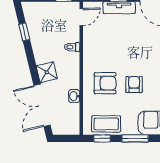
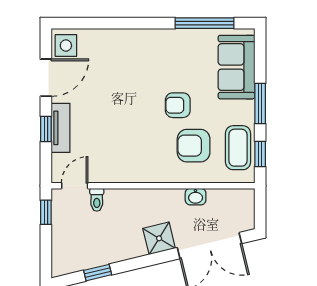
door: (81, 17) -> (75, 186), hinge flipped
toilet: (72, 47) -> (97, 200), moved
armchair: (105, 83) -> (194, 146), moved, turned -90

